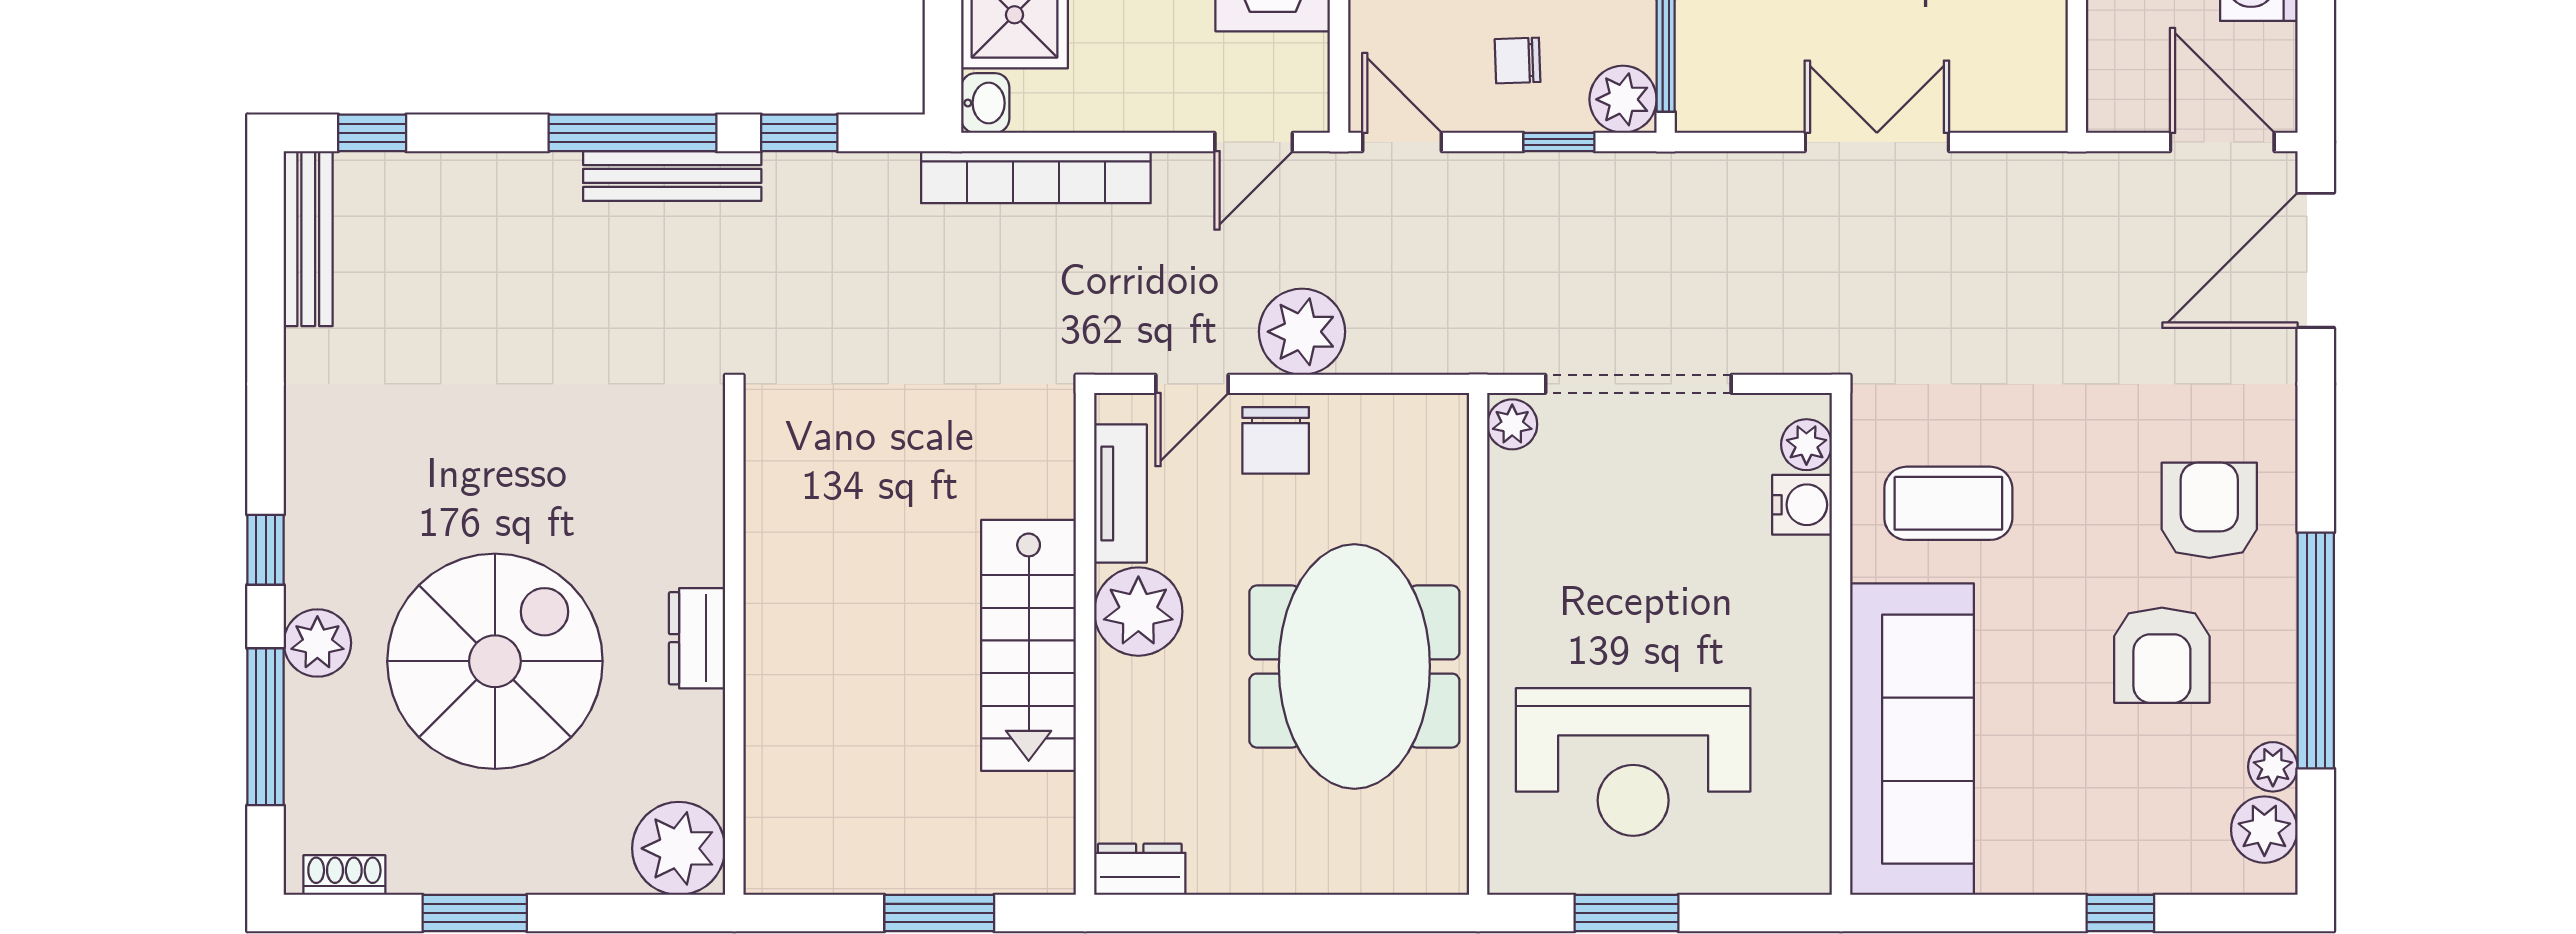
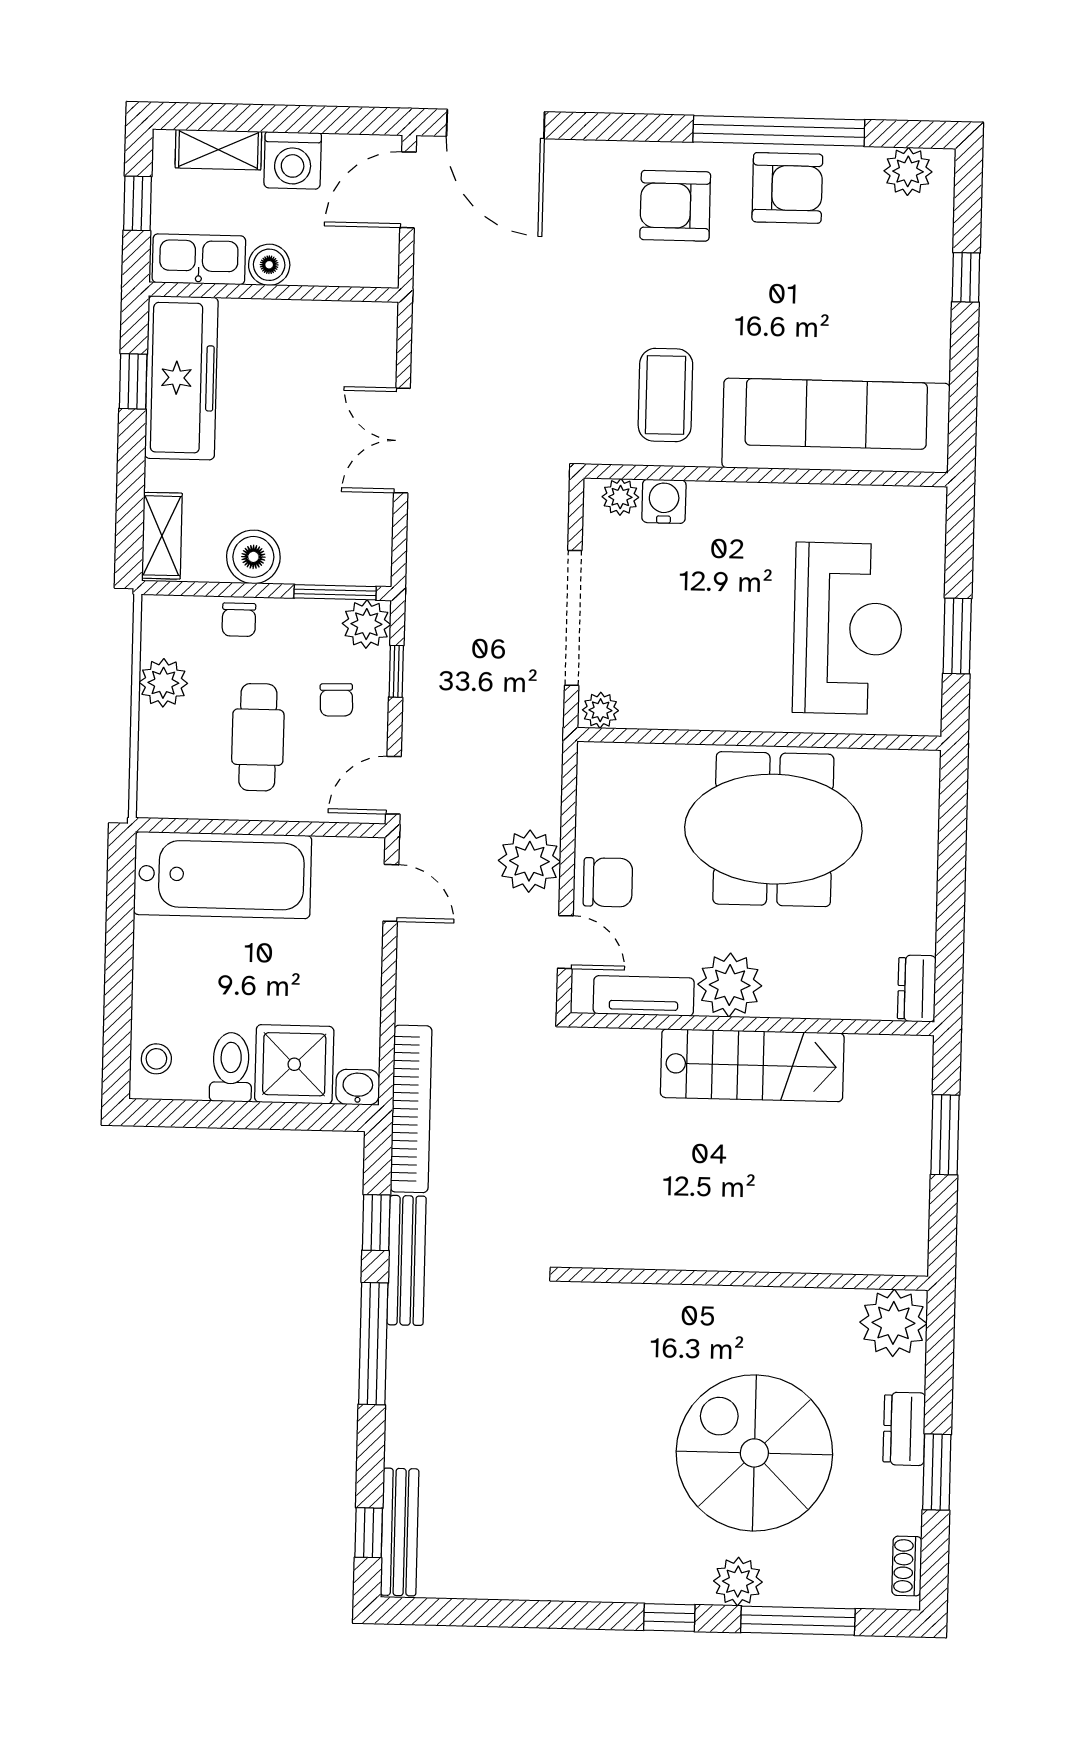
bench: (672, 176) -> (407, 1260), moved
bookcase: (1036, 177) -> (411, 1109), moved
bench: (308, 239) -> (400, 1532), moved, turned 90
dresser: (697, 638) -> (904, 1429), moved, turned 90
armchair: (2162, 655) -> (787, 188), moved
plant: (2273, 767) -> (863, 164), removed

